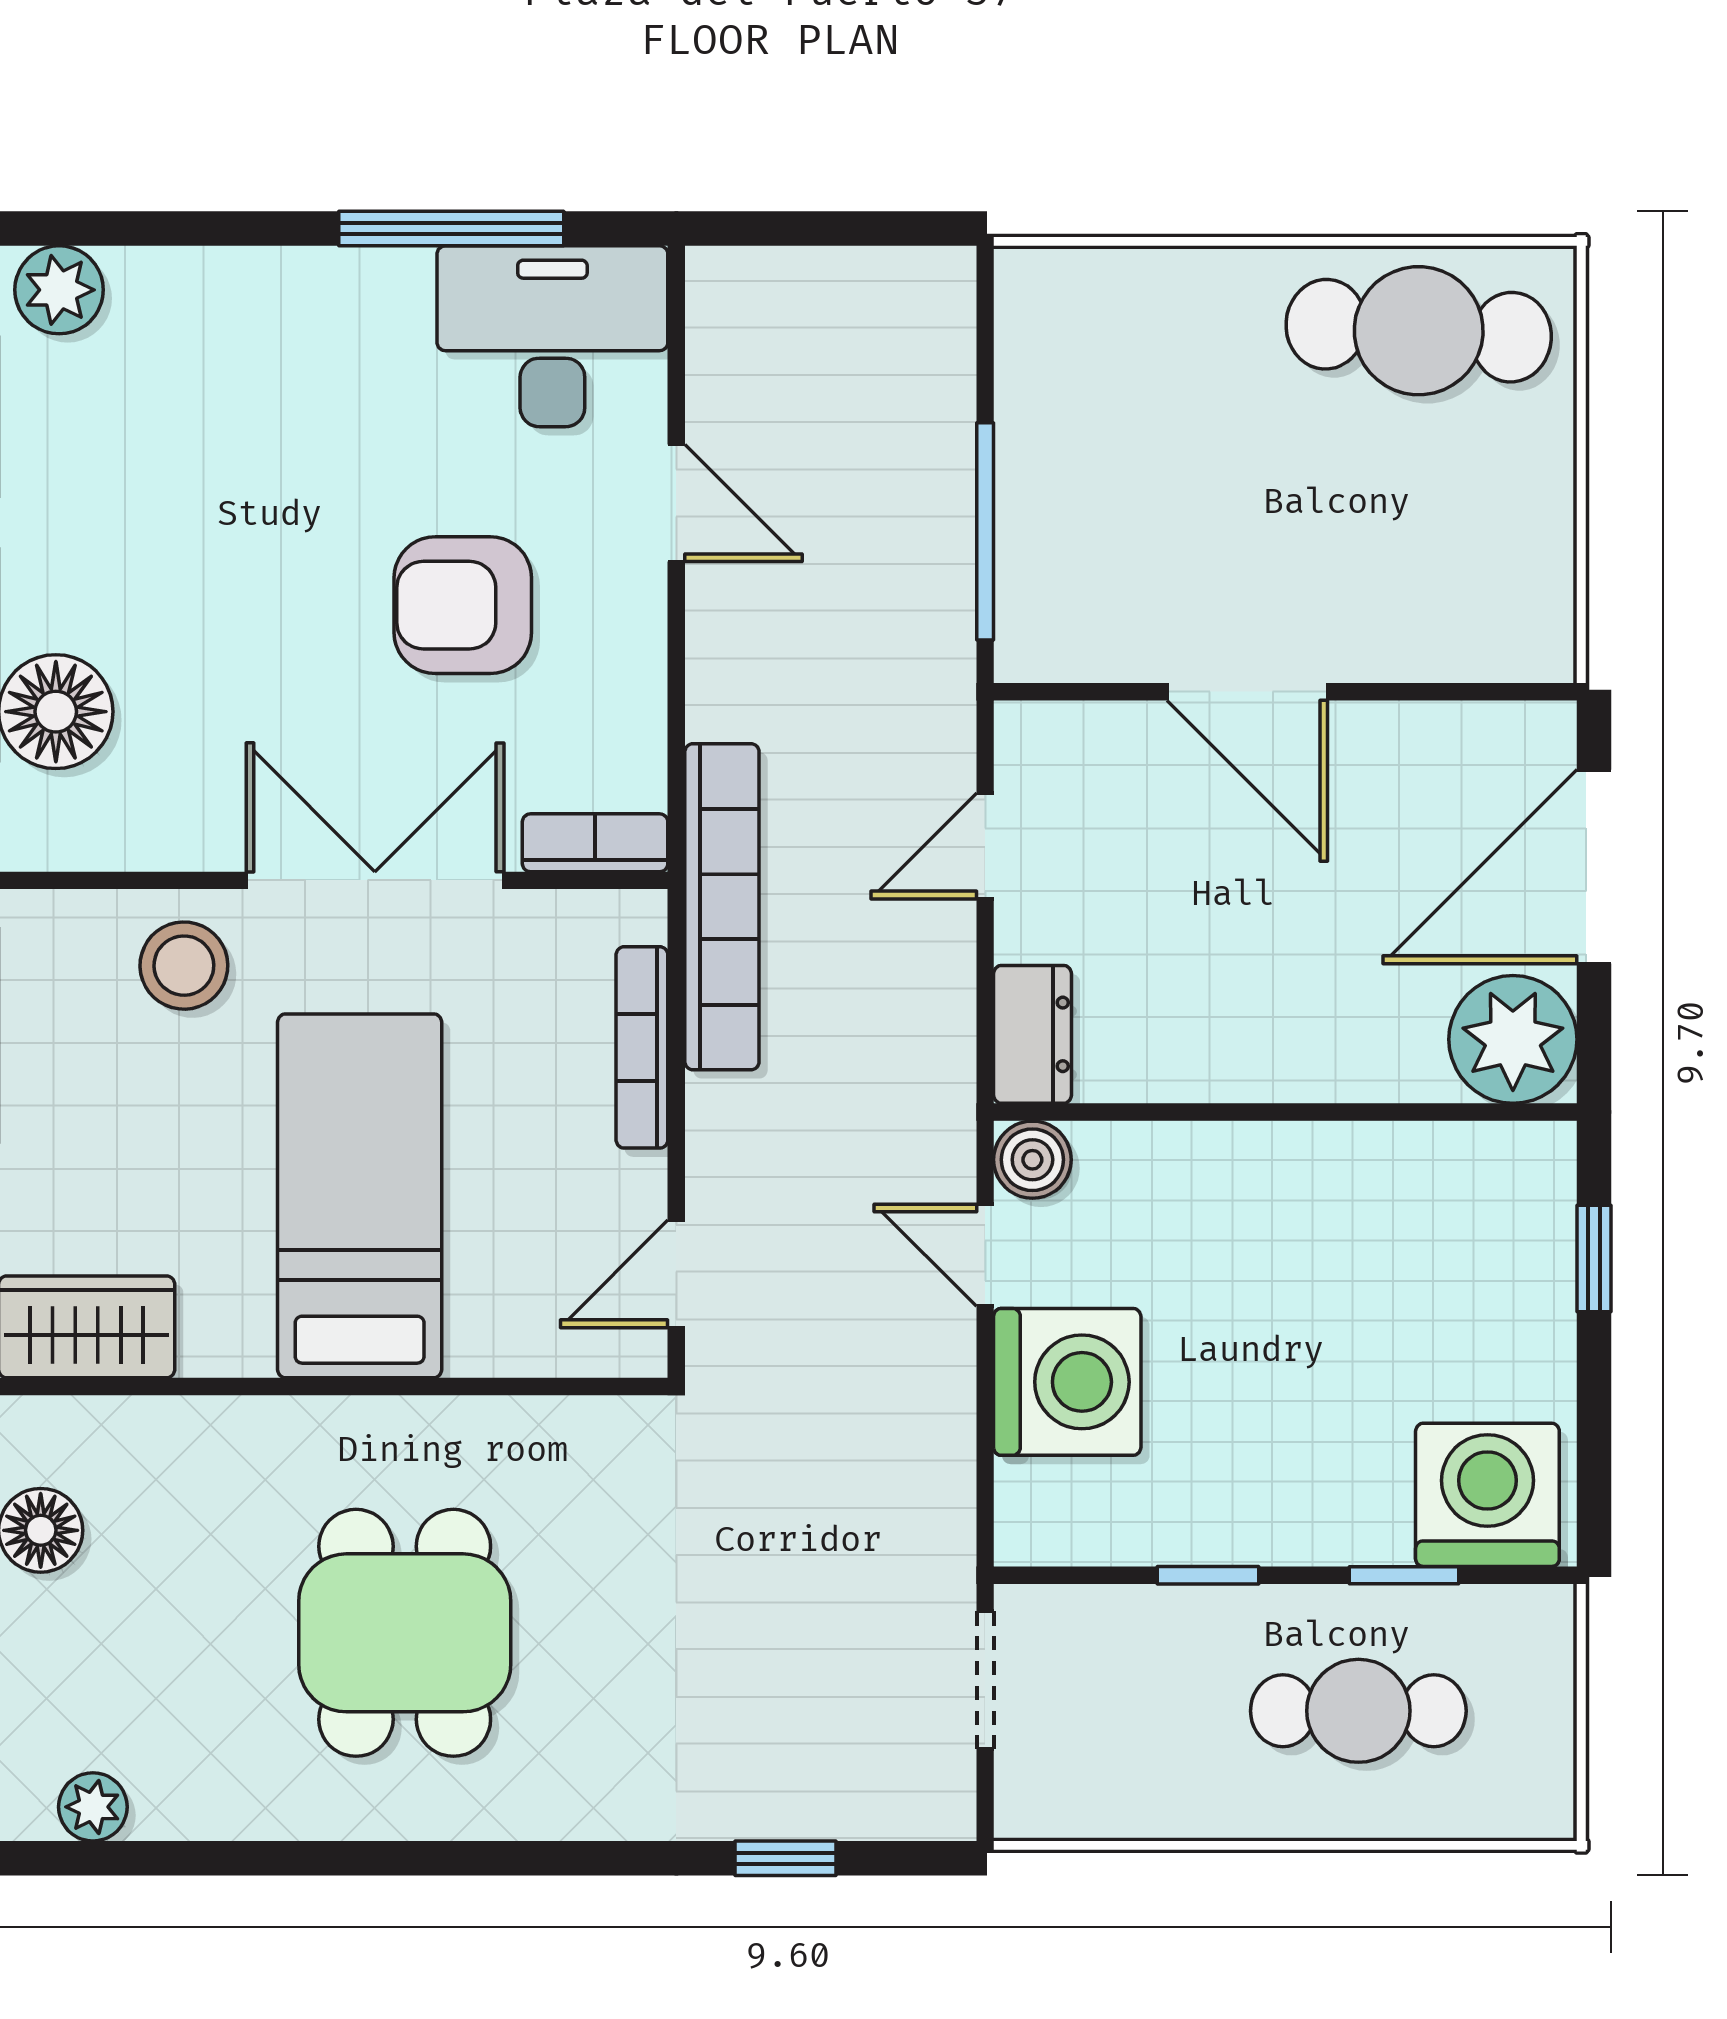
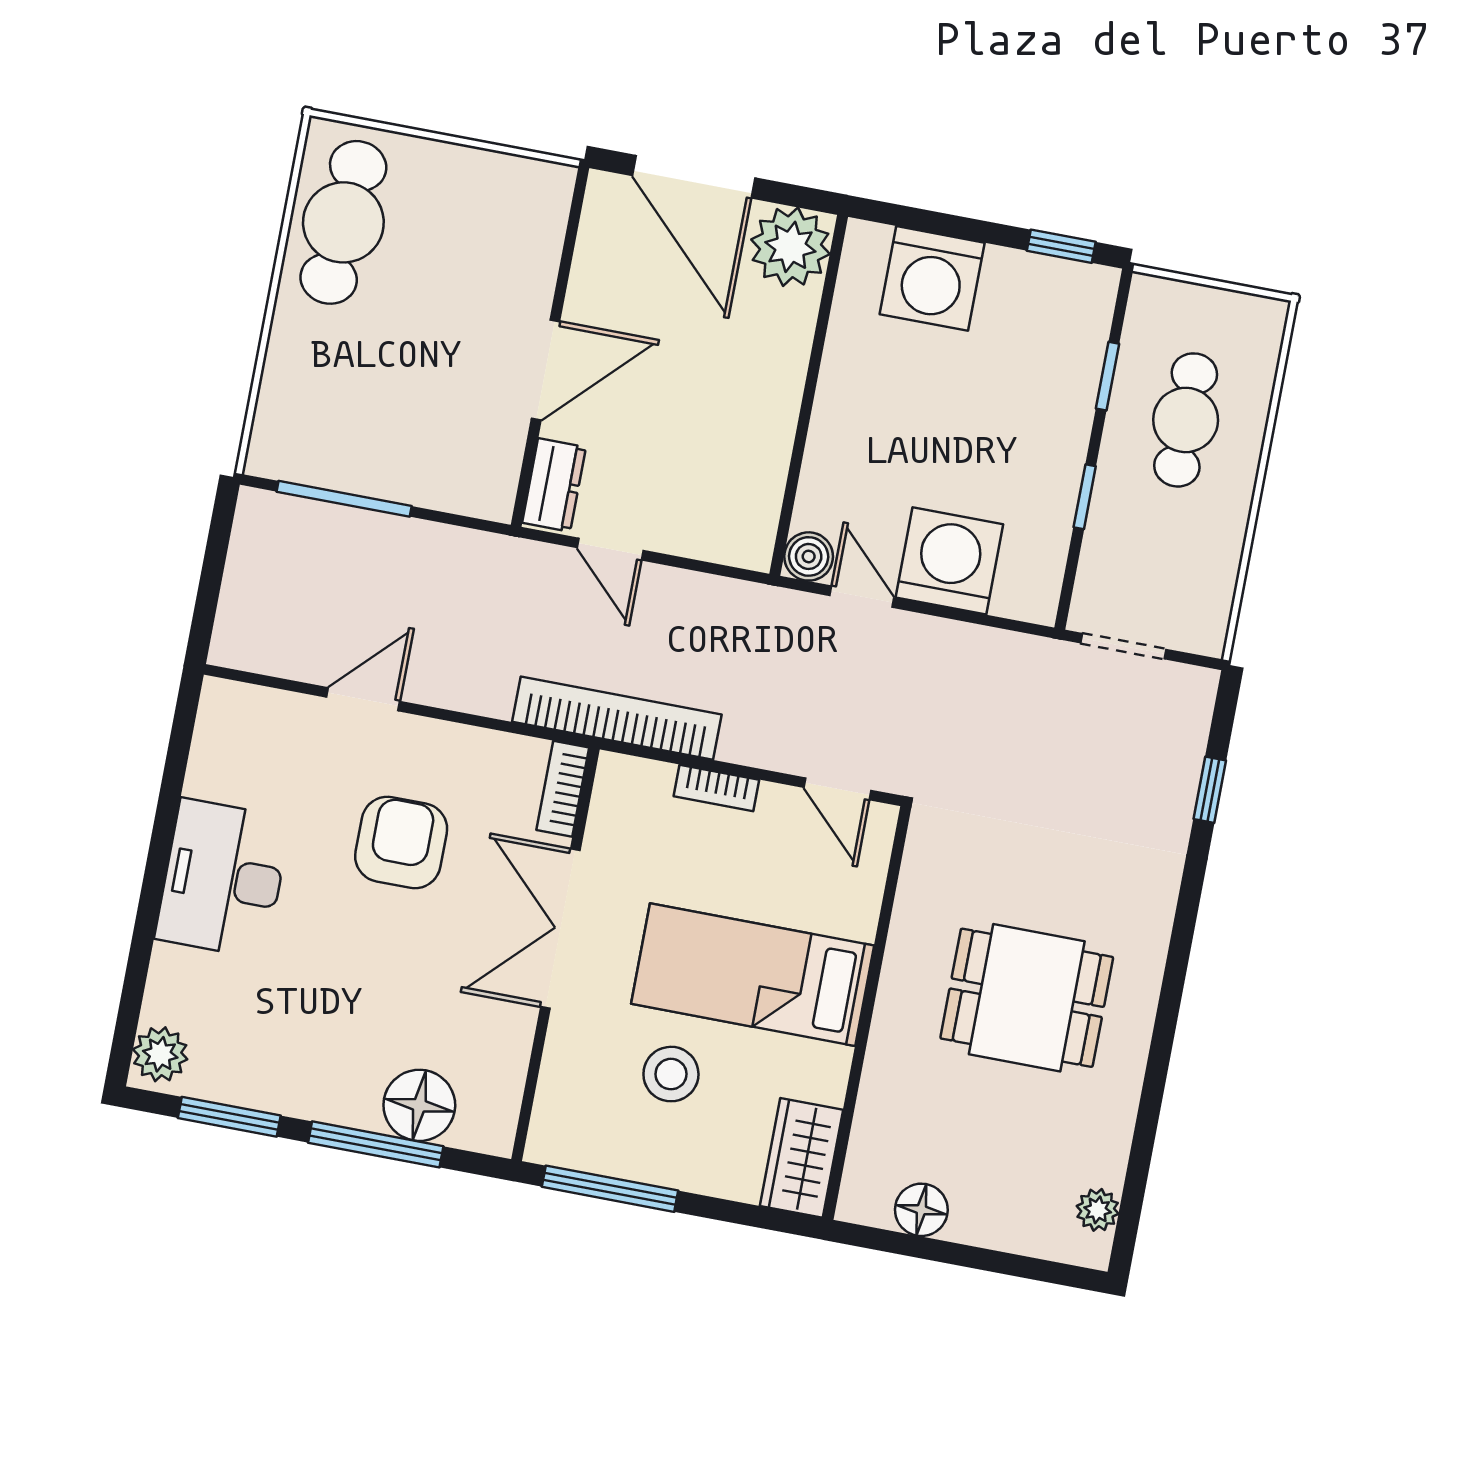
window: (451, 229) -> (168, 806), removed
desk: (552, 336) -> (223, 878), moved
window: (985, 531) -> (344, 499), moved
armchair: (463, 605) -> (401, 842), turned 180
stool: (184, 966) -> (671, 1074), moved
dresser: (1033, 1034) -> (554, 485), moved, turned 90
bookcase: (642, 1047) -> (716, 788), width x0.64
door: (985, 1255) -> (862, 597), swing flipped
window: (1594, 1259) -> (1061, 246), moved
washing machine: (1487, 1495) -> (932, 278), moved, turned -90

